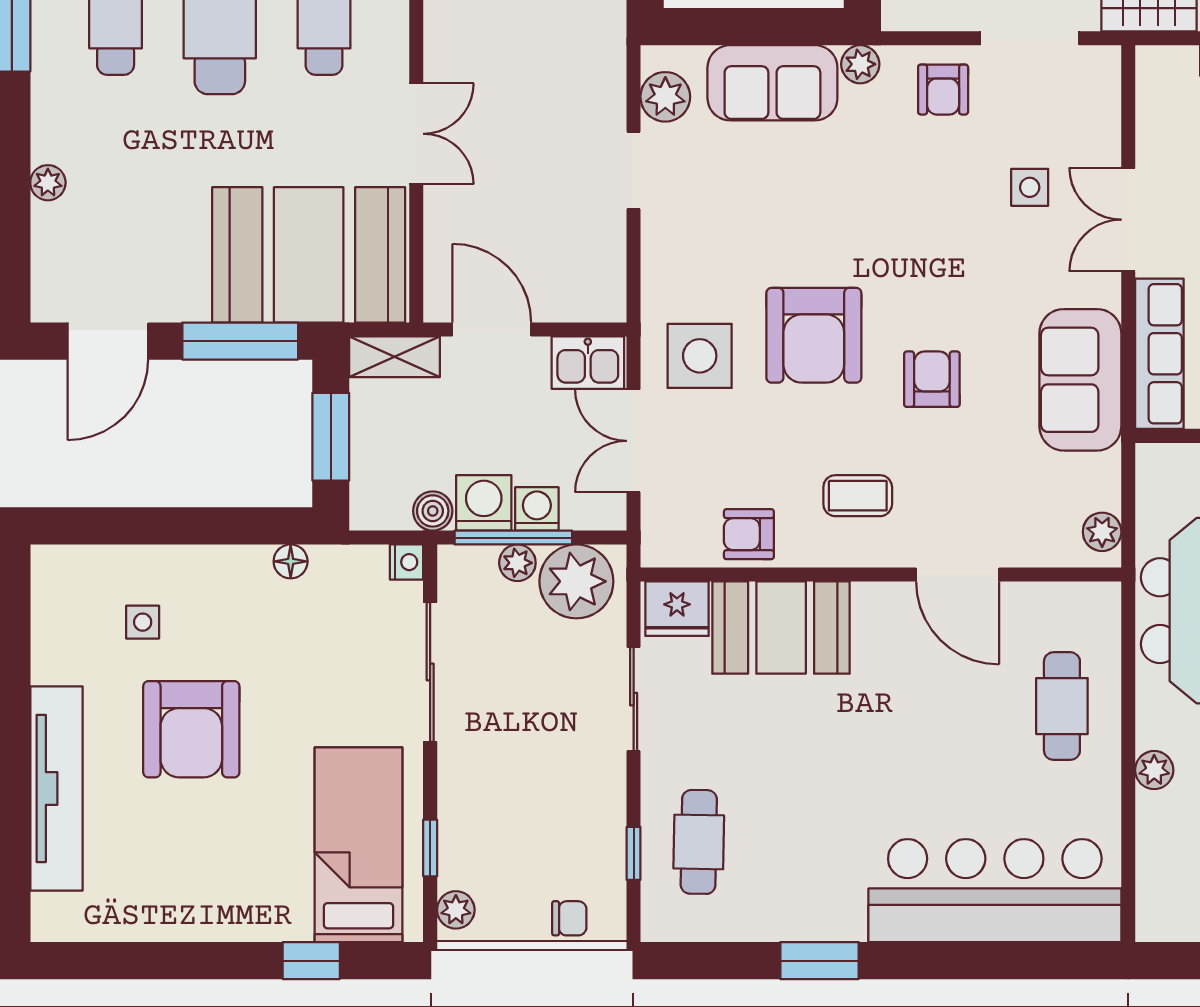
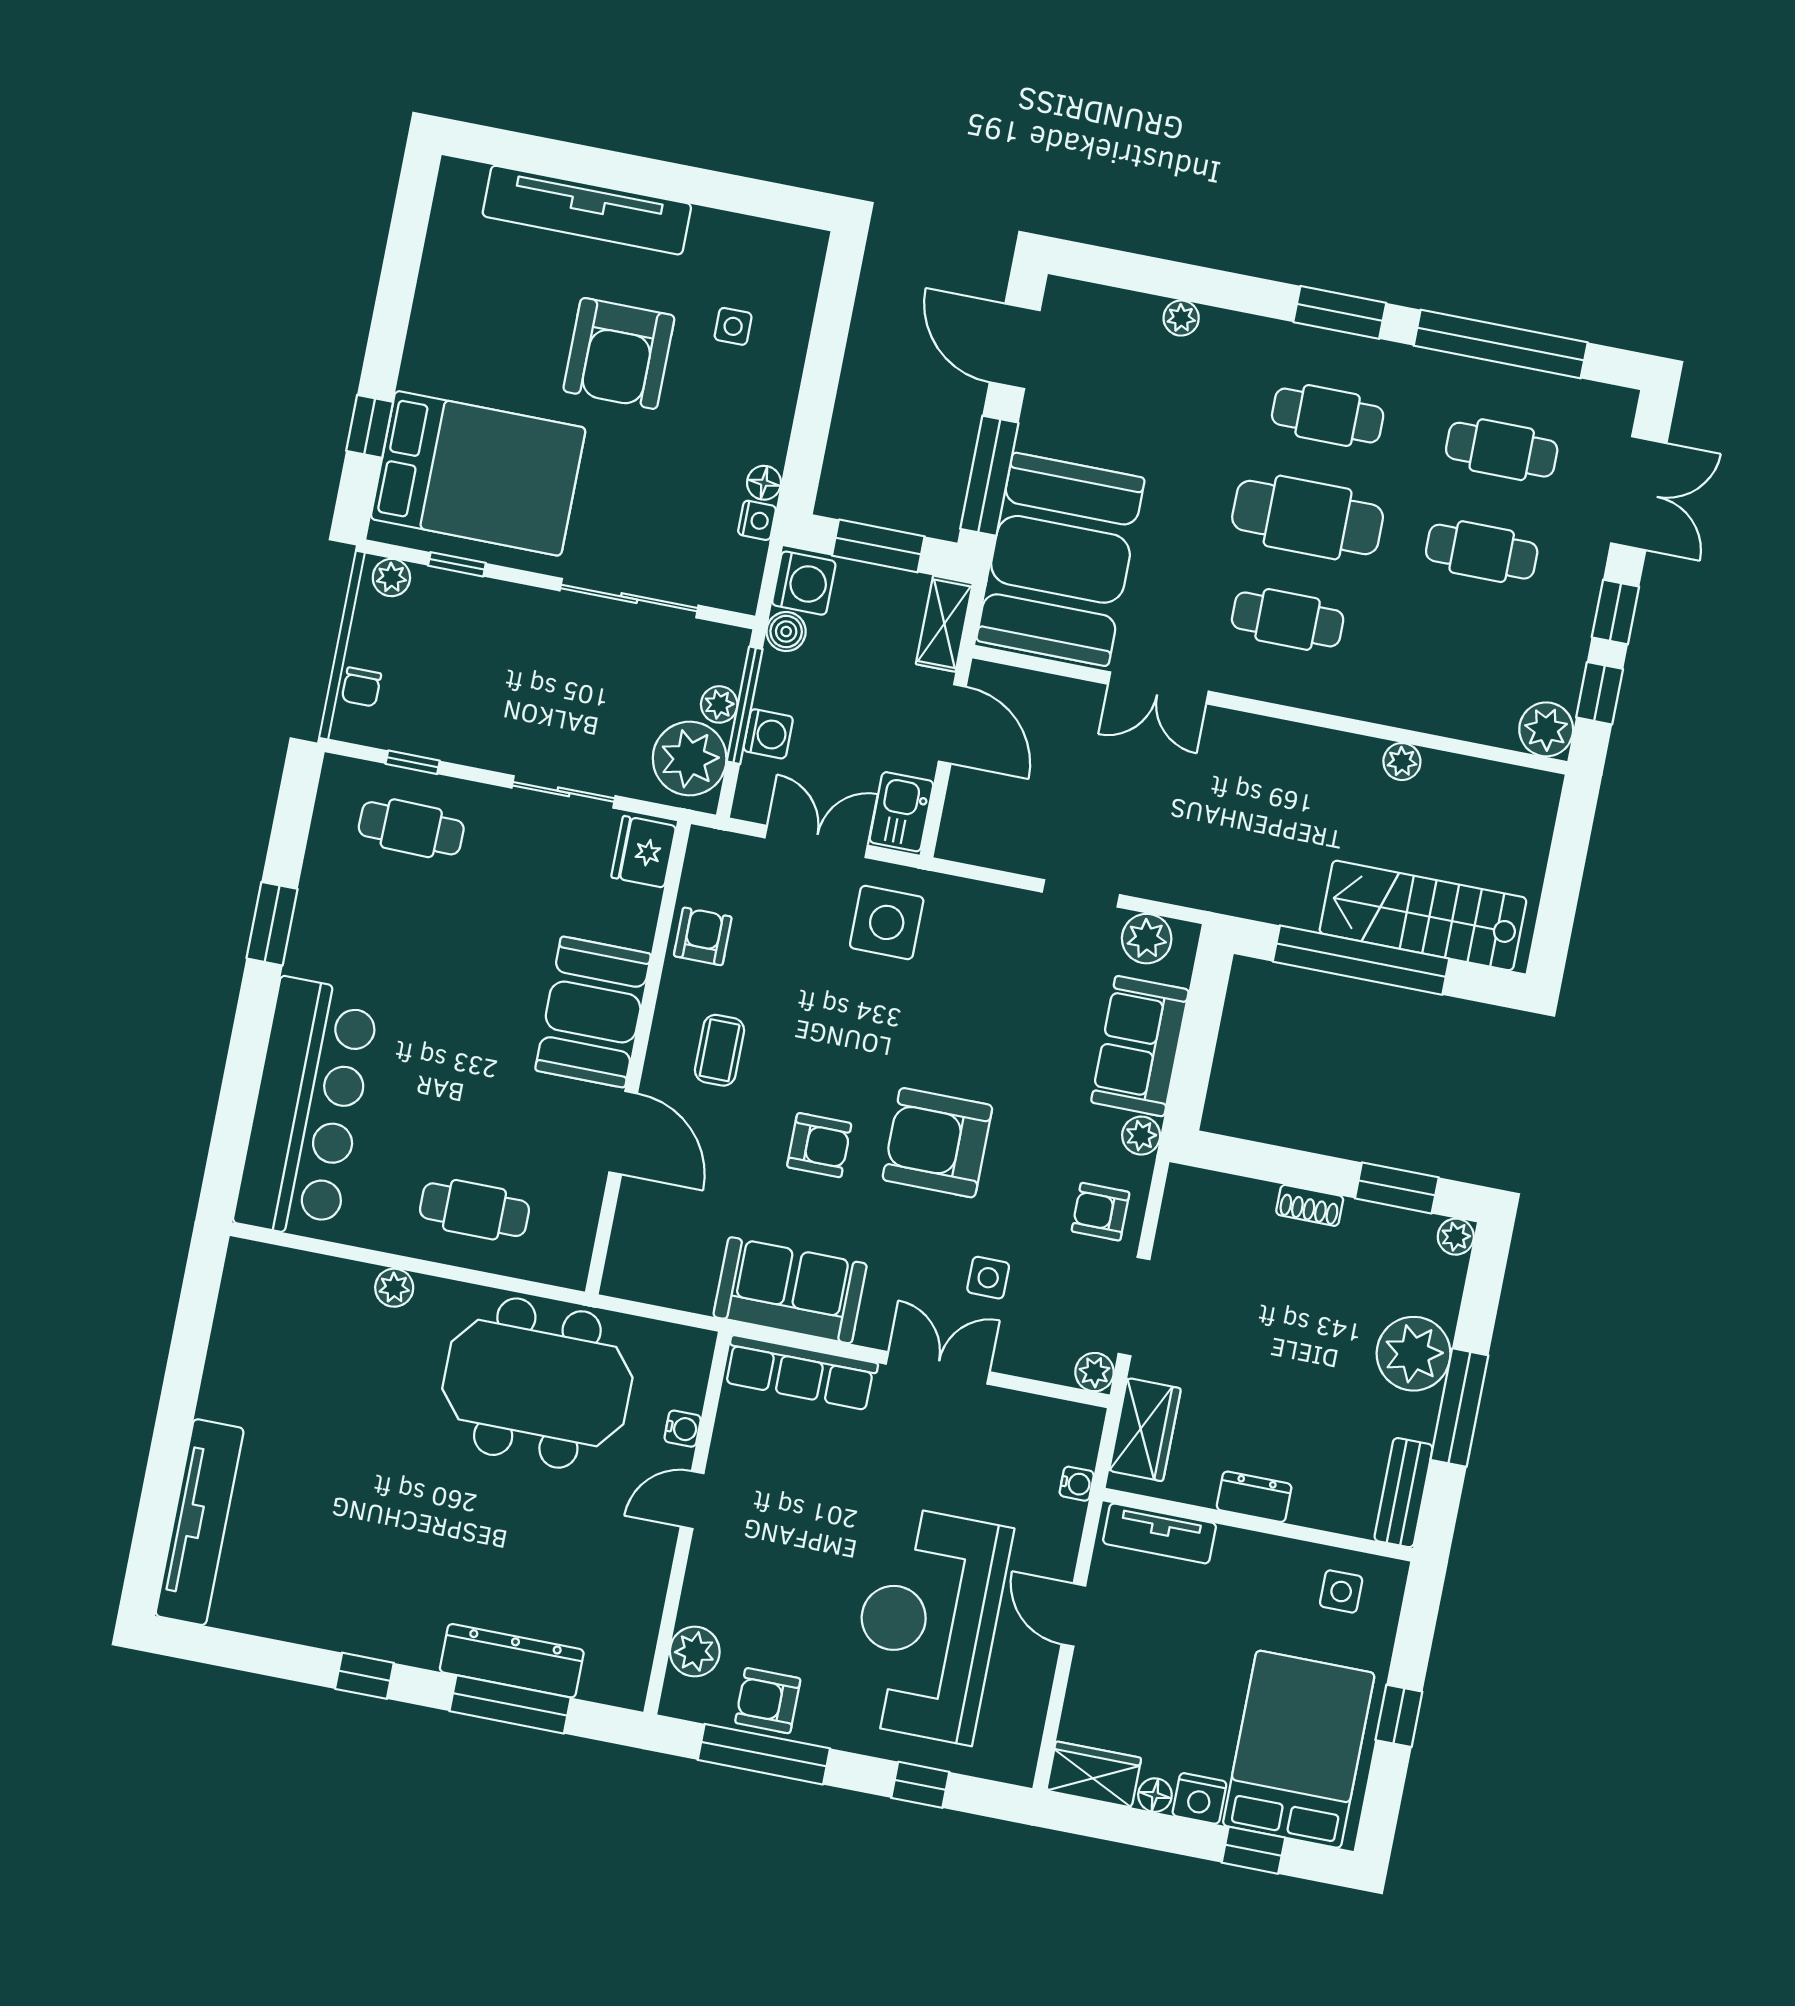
door: (492, 330) -> (952, 724), hinge flipped
armchair: (814, 335) -> (937, 1143), moved
washing machine: (484, 503) -> (804, 583), moved
plant: (1102, 532) -> (1095, 1372), moved
nightstand: (407, 562) -> (757, 520), moved, turned -90
door: (958, 575) -> (623, 1133), swing flipped
booth: (781, 628) -> (593, 1012), moved
armchair: (191, 729) -> (619, 353), turned -90
bed: (358, 845) -> (478, 473), width x1.50

